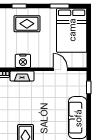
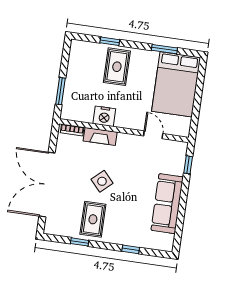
rug: (27, 24) -> (117, 67), turned 90
side table: (28, 108) -> (102, 181), added

